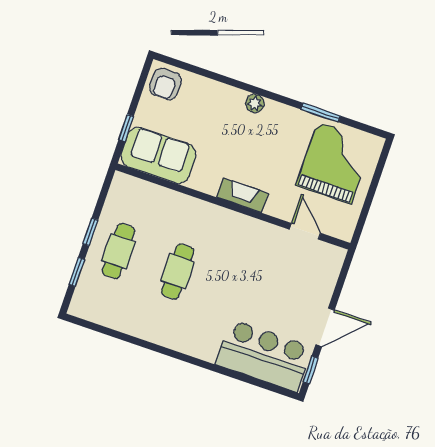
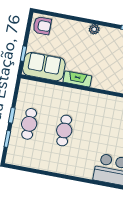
armchair: (165, 84) -> (42, 26), turned -90
fireplace: (242, 195) -> (77, 79), moved

